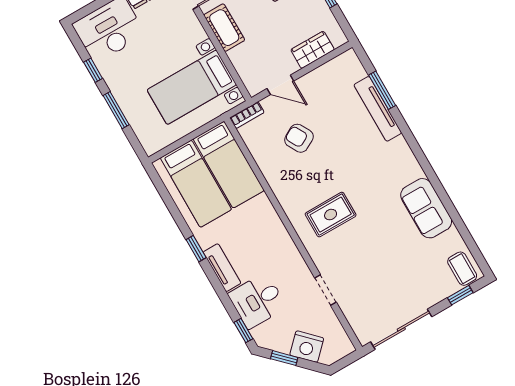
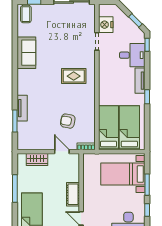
bed with nightstands: (192, 87) -> (123, 174), moved, turned 180
tv unit: (378, 109) -> (22, 108), width x0.71
armchair: (299, 138) -> (68, 121), turned 130
nightstand: (307, 347) -> (106, 25), moved, turned -135

